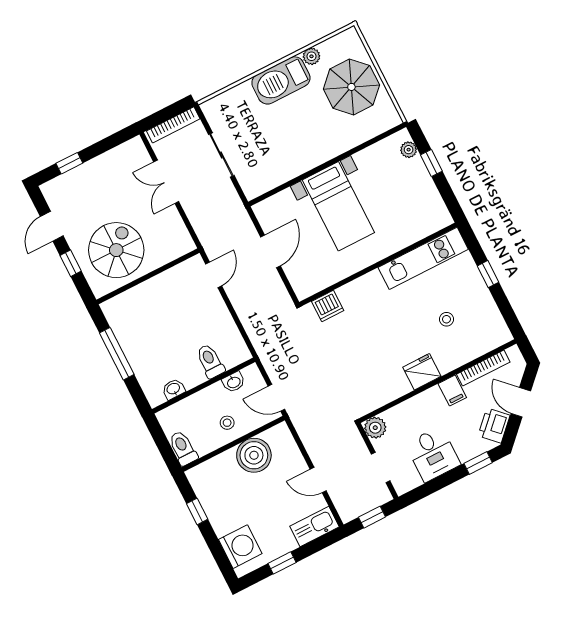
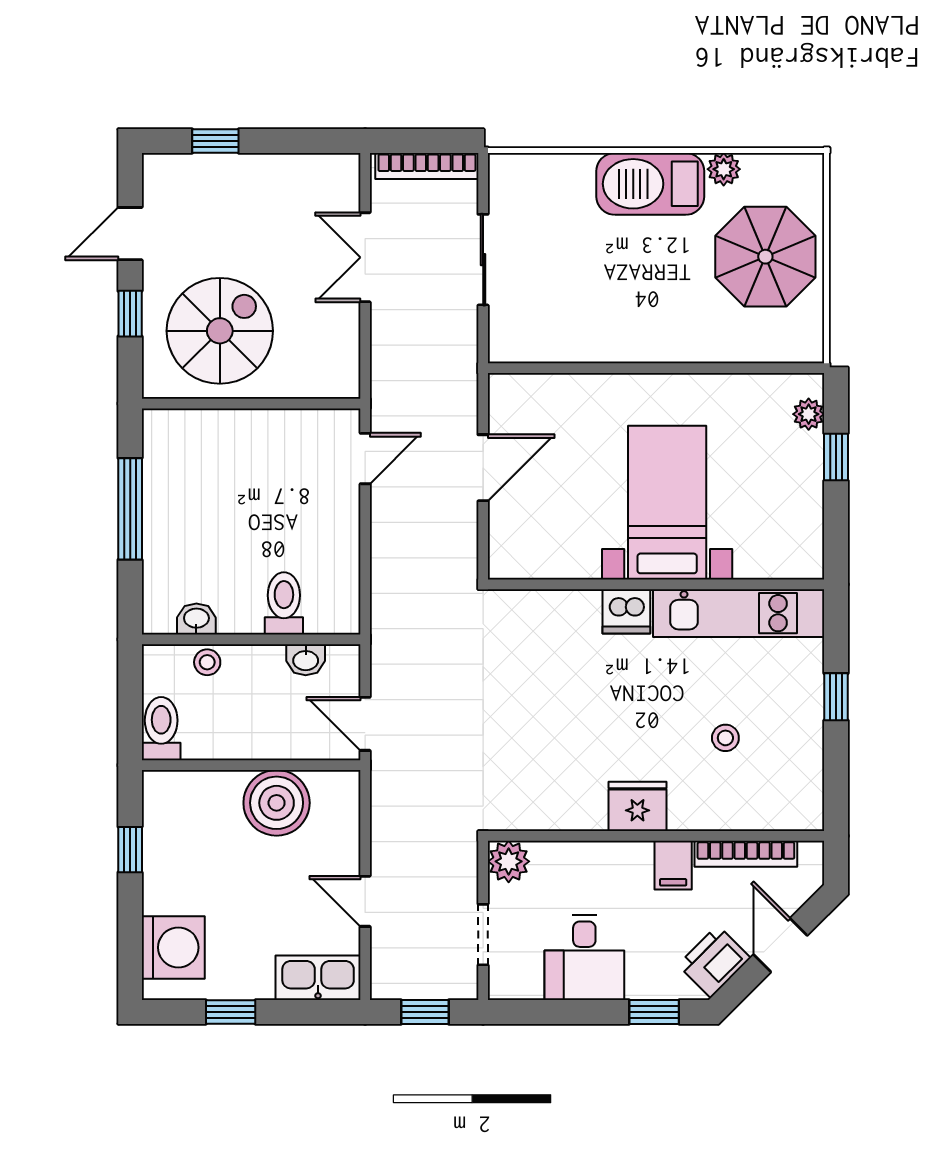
bed with nightstands: (338, 206) -> (667, 503), moved, turned 180
dishwasher: (328, 306) -> (626, 611), moved
stool: (227, 423) -> (207, 662), moved

